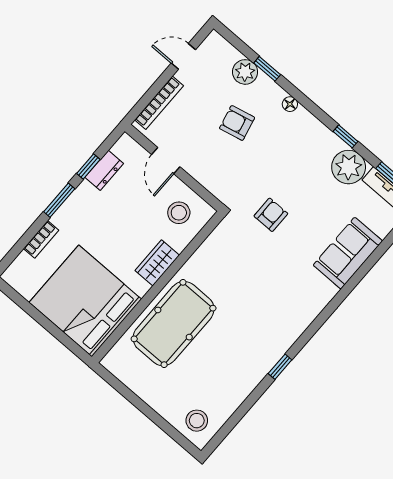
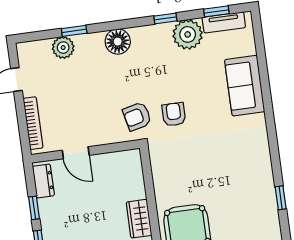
floor lamp: (290, 104) -> (118, 42), width x1.89, depth x1.89
armchair: (237, 123) -> (137, 116), moved
dresser: (104, 170) -> (43, 181), moved
stool: (179, 213) -> (118, 175), removed

